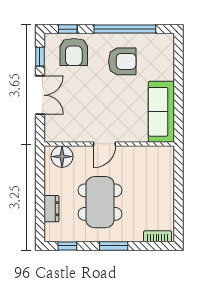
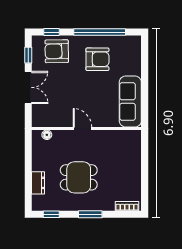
armchair: (74, 52) -> (57, 51), turned 89
door: (104, 144) -> (82, 129), swing flipped
floor lamp: (62, 157) -> (47, 135), width x0.53, depth x0.53
dining table: (100, 202) -> (79, 177), width x0.73

